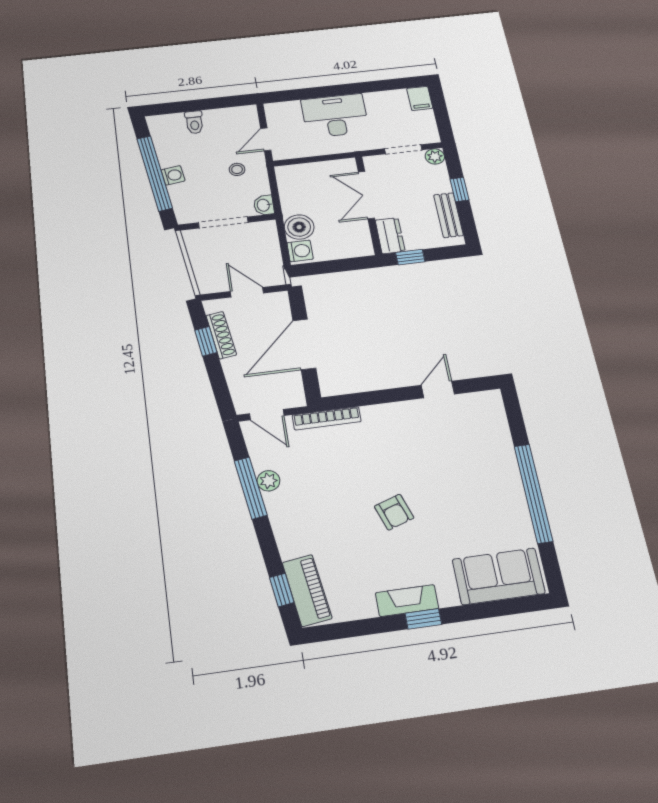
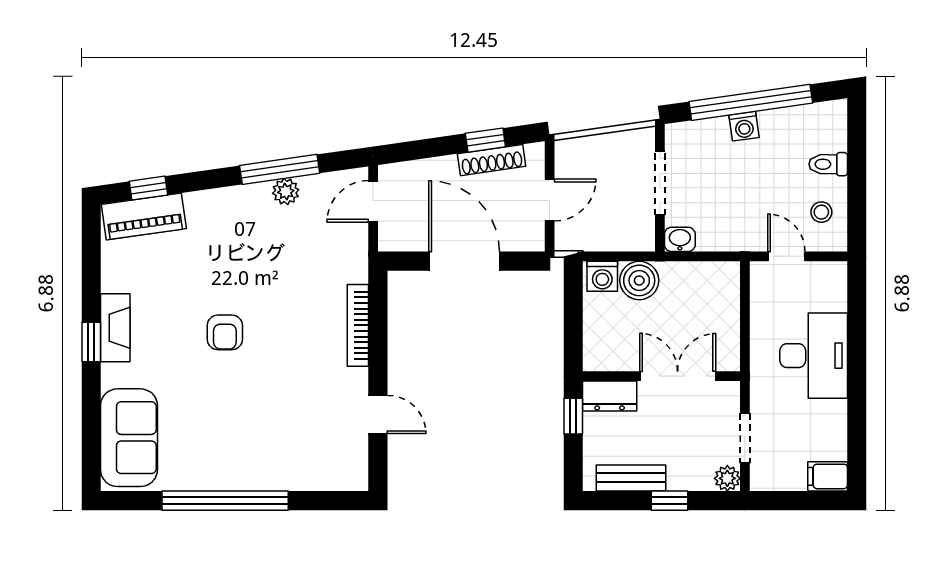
stool: (237, 169) -> (821, 212), moved
bookcase: (327, 418) -> (358, 325), moved
armchair: (394, 512) -> (225, 332), turned -71

